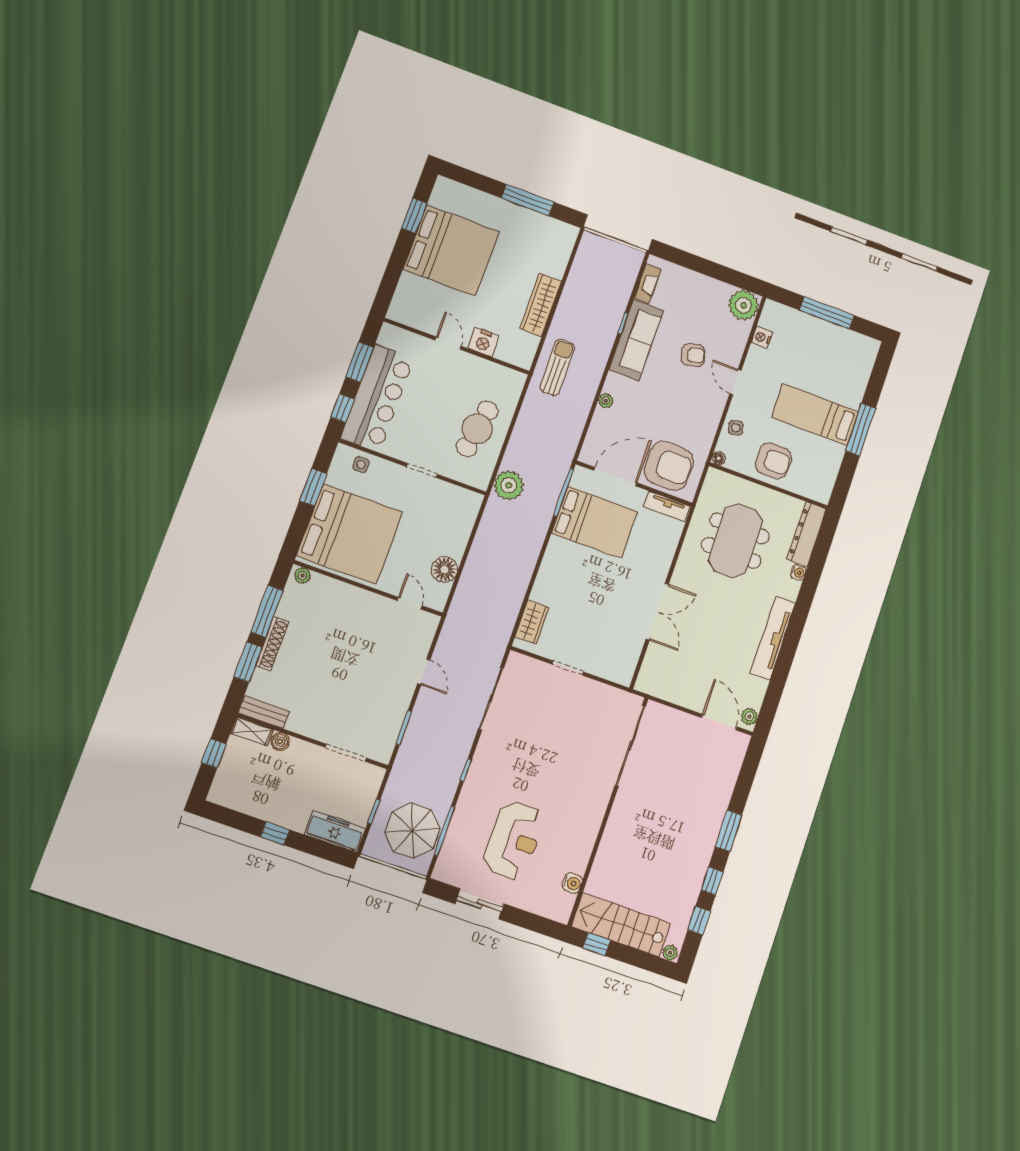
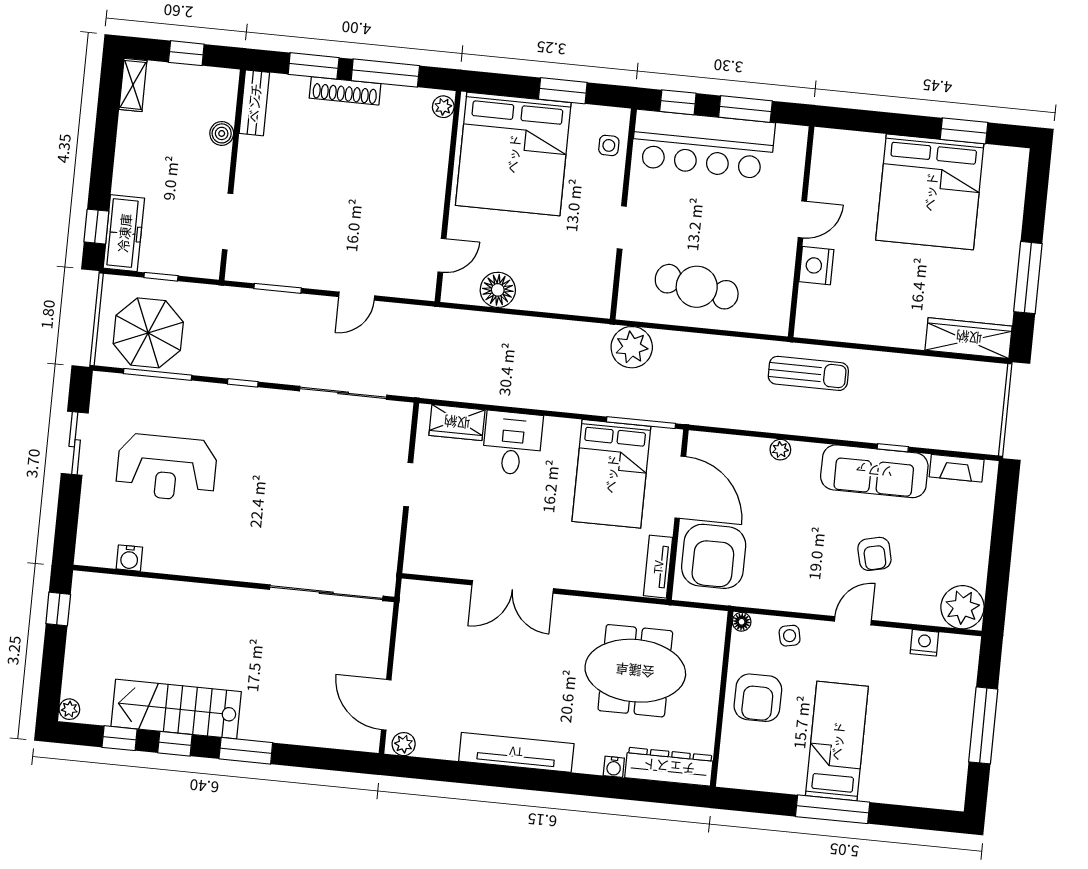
wardrobe: (540, 305) -> (969, 338), moved
desk: (556, 587) -> (512, 443), added
door: (719, 722) -> (386, 705), swing flipped
shelving: (252, 731) -> (133, 85), moved
window: (275, 833) -> (96, 227), moved
stairs: (621, 925) -> (176, 709), moved, turned -90

